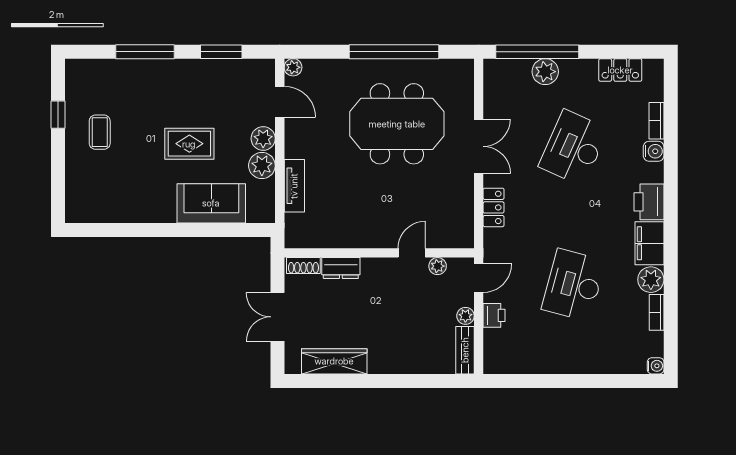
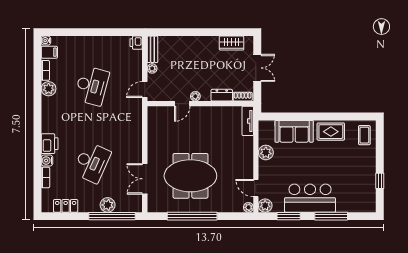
bar counter: (183, 84) -> (310, 198), added
coffee table: (100, 132) -> (364, 135), moved
plant: (263, 139) -> (265, 206), moved
rug: (189, 144) -> (331, 132), moved
double door: (479, 146) -> (145, 179), moved
tv unit: (294, 186) -> (248, 121), moved
printer: (649, 202) -> (50, 144), moved
locker: (494, 207) -> (136, 129), removed
filing cabinet: (649, 243) -> (49, 52), moved, width x0.50
plant: (438, 266) -> (195, 96), moved
printer: (494, 315) -> (136, 43), moved
wardrobe: (334, 361) -> (232, 43), width x0.67

